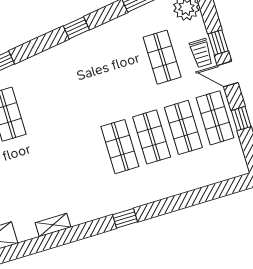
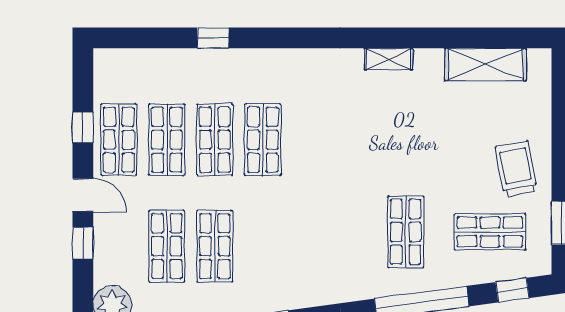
trolley: (201, 53) -> (111, 235), removed
shop shelf: (130, 67) -> (215, 246), added
window: (125, 218) -> (213, 38), moved

